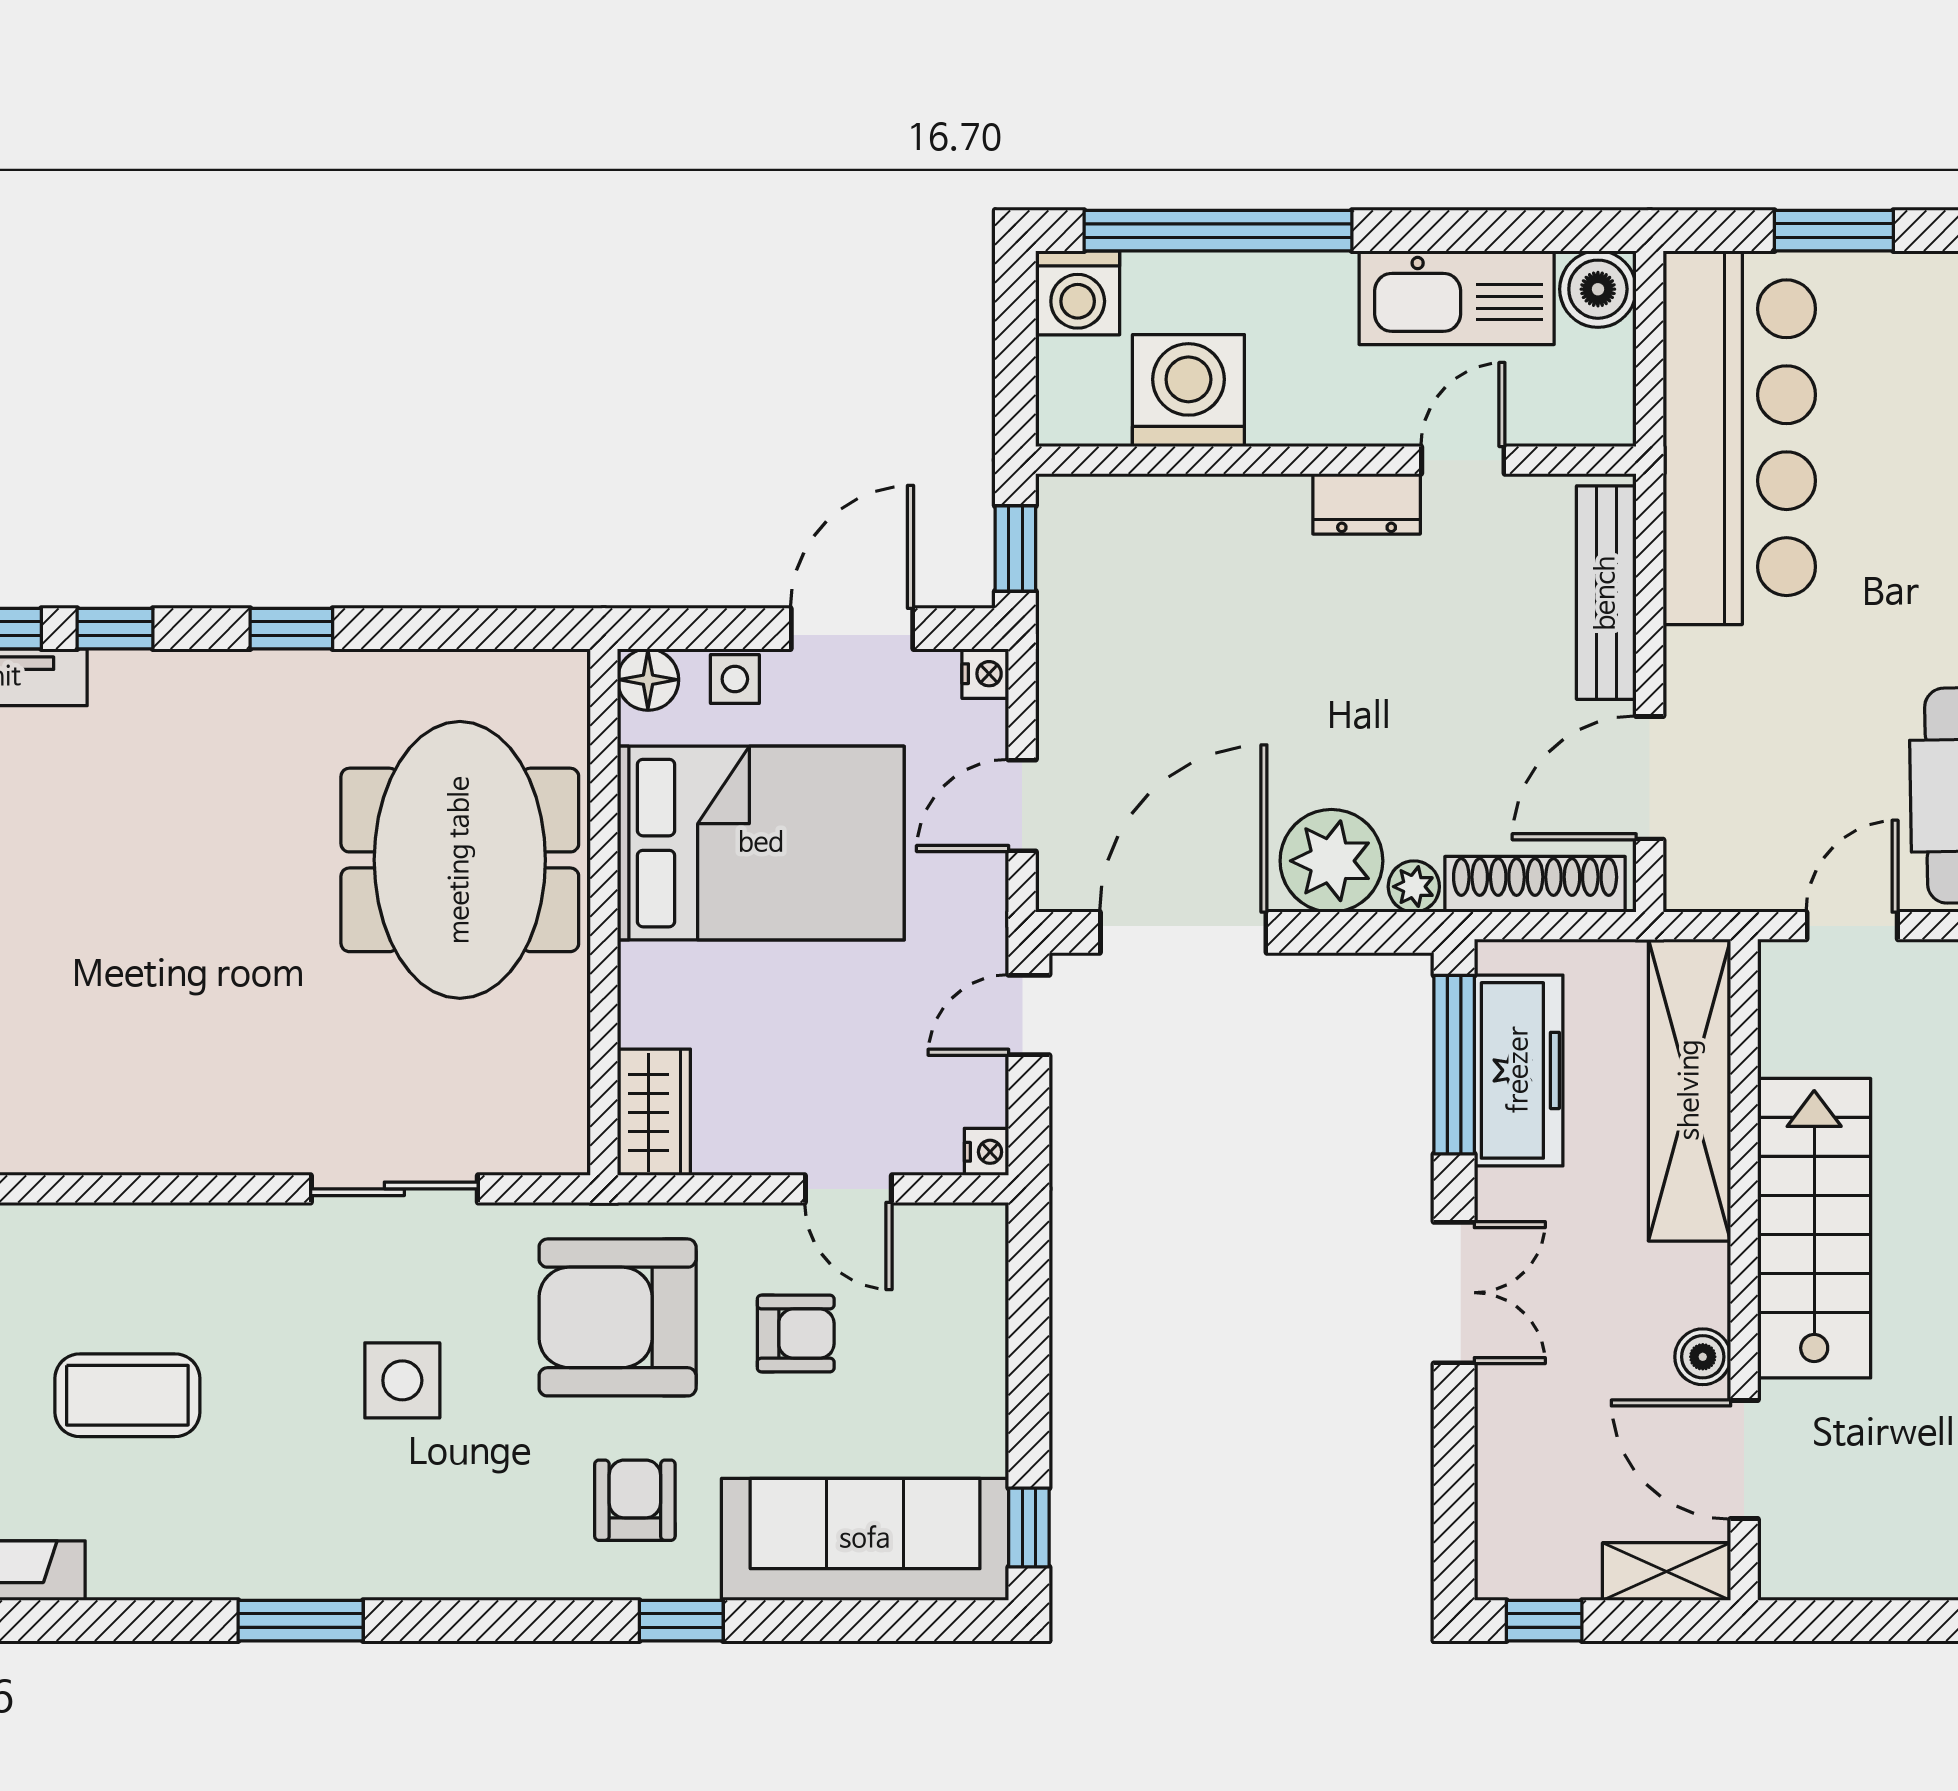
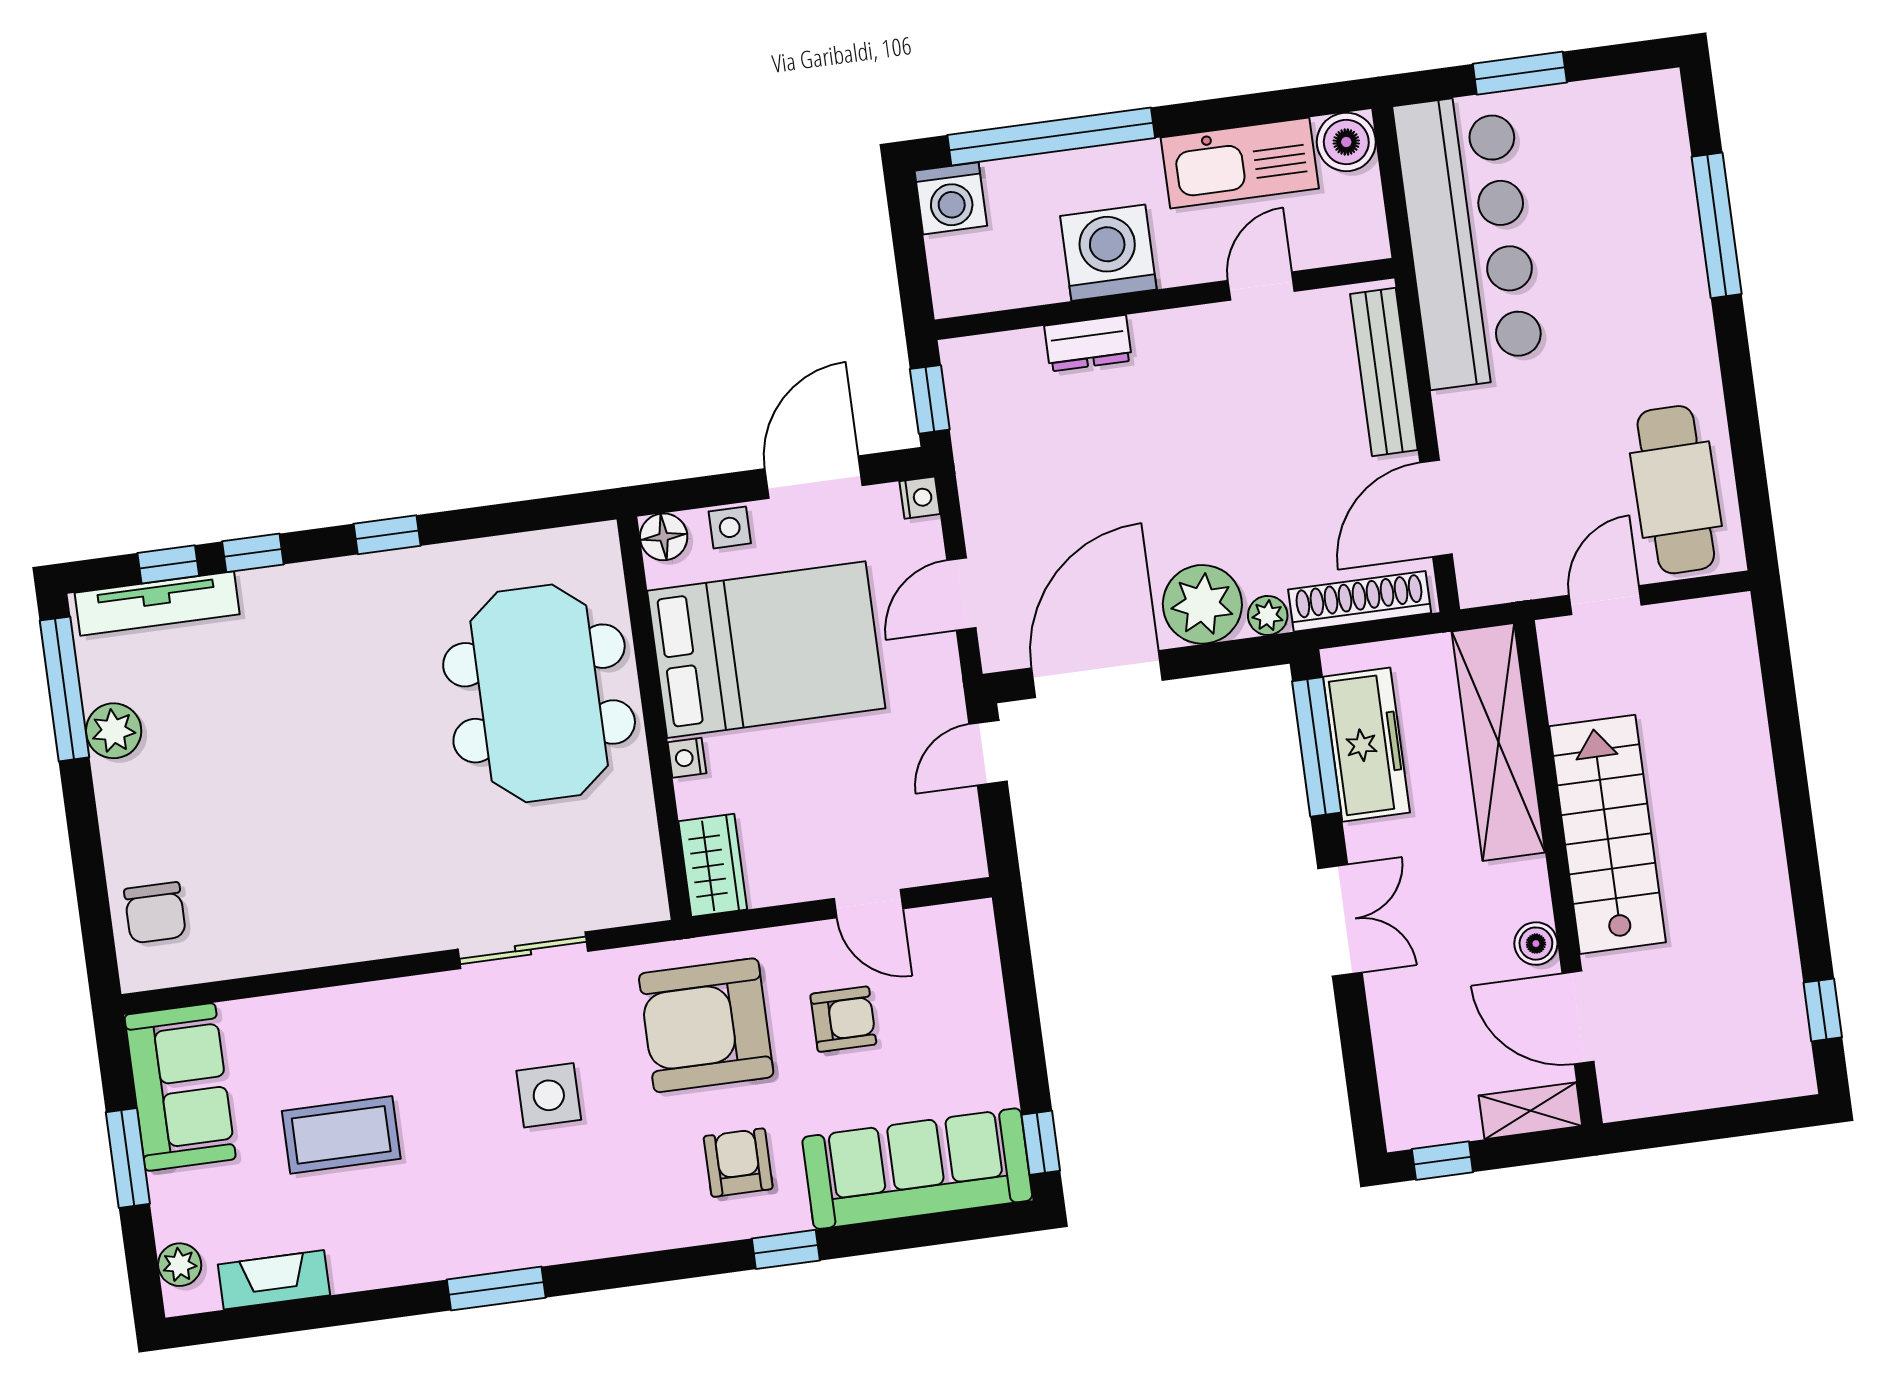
washing machine: (1188, 391) -> (1108, 253), moved
dresser: (1367, 504) -> (1088, 343), moved
nightstand: (986, 1152) -> (687, 758), moved, turned 180

